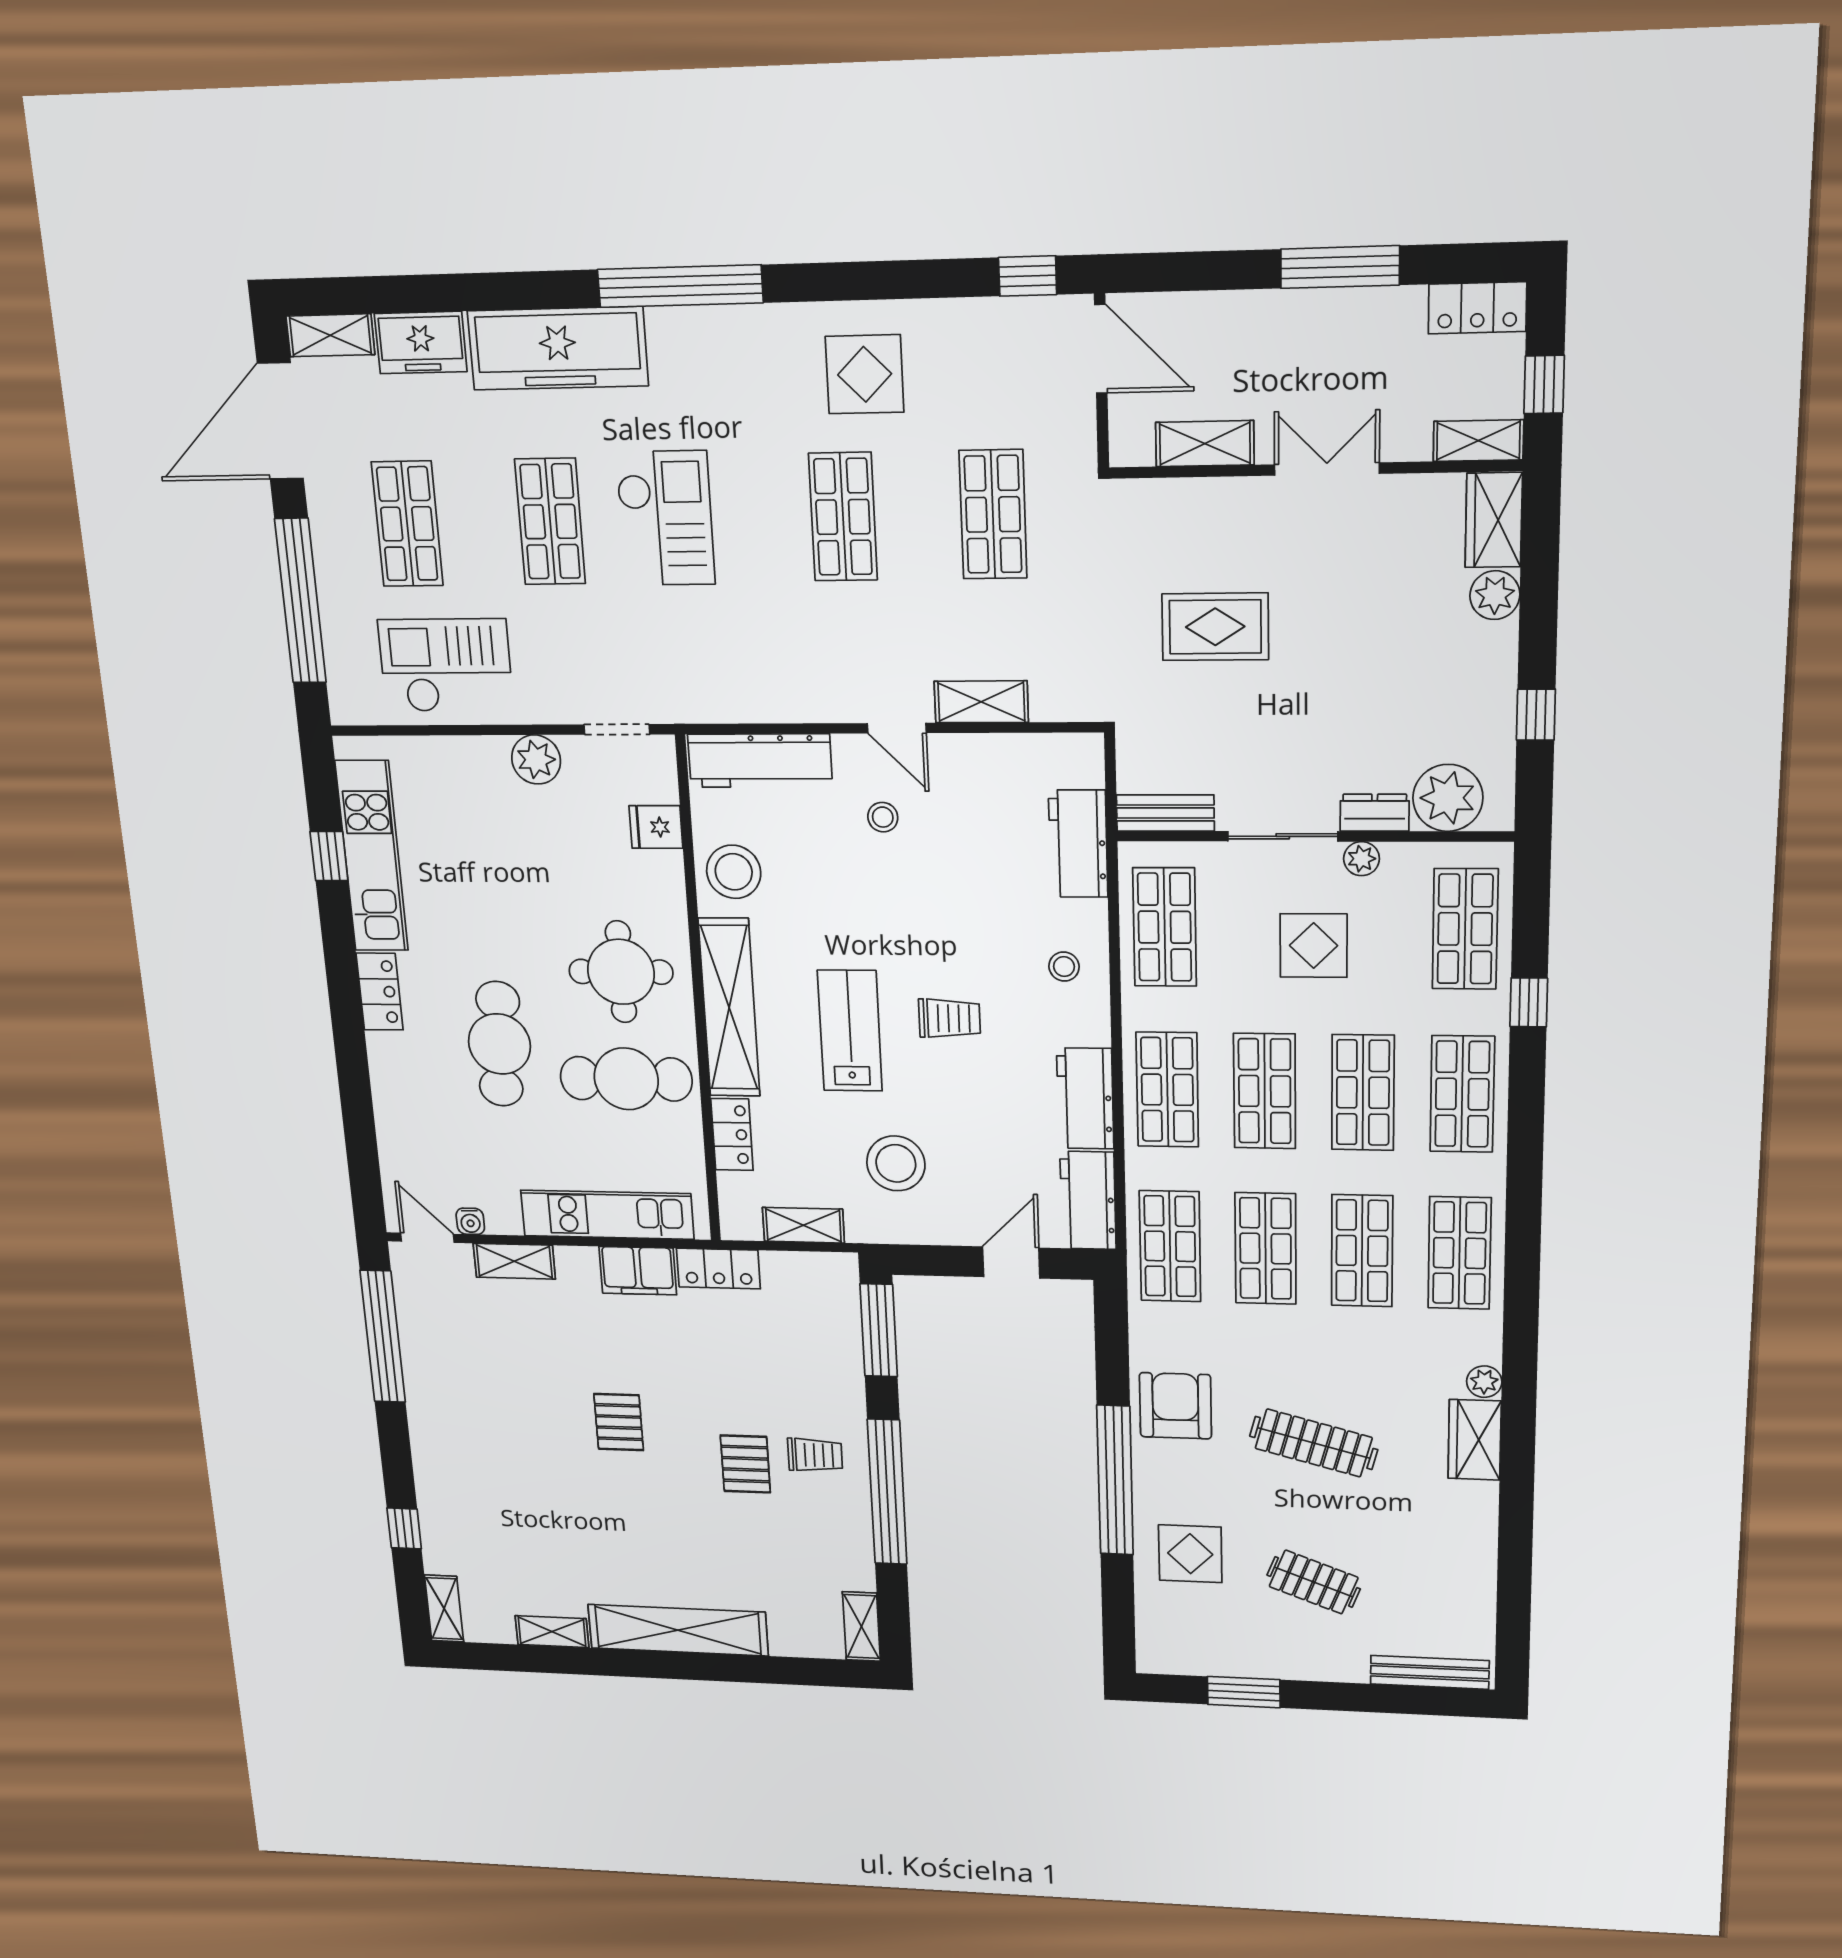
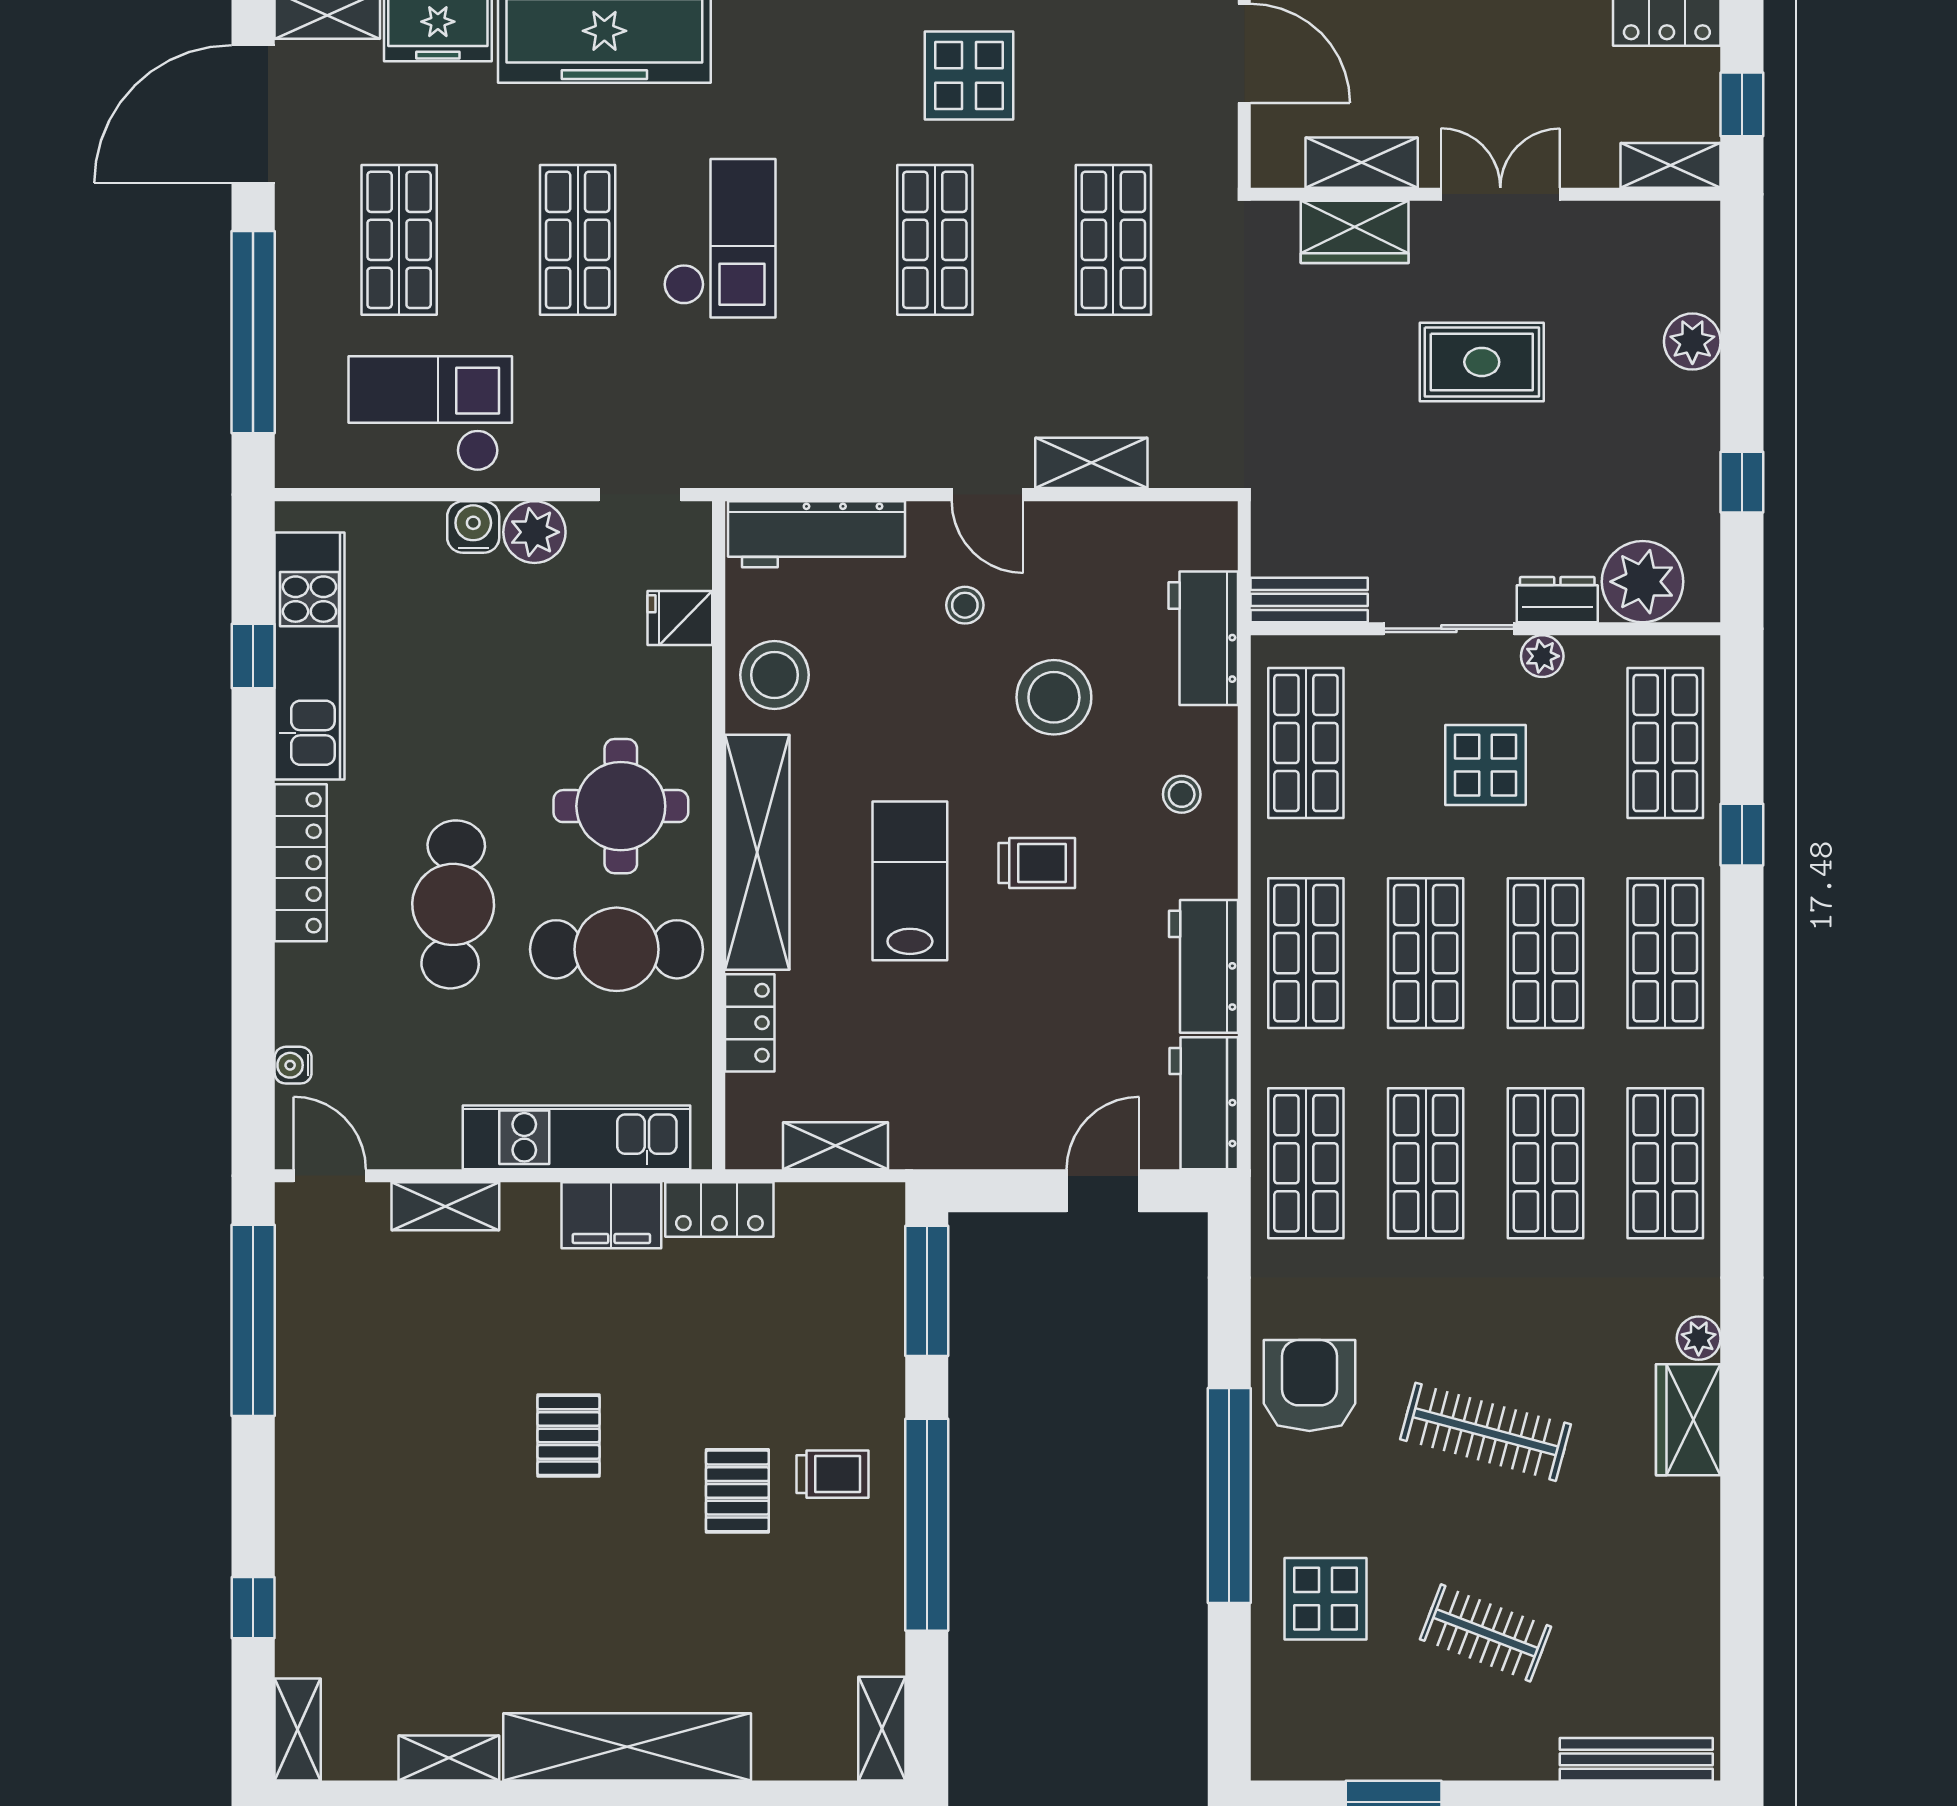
wardrobe: (1494, 520) -> (1355, 232), moved, turned -90
rug: (1215, 627) -> (1482, 362), moved
water cooler: (488, 756) -> (473, 527), added
locker: (380, 992) -> (301, 863), width x1.53
stool: (896, 1163) -> (1054, 697), moved
water cooler: (470, 1221) -> (293, 1065), moved, turned 90

